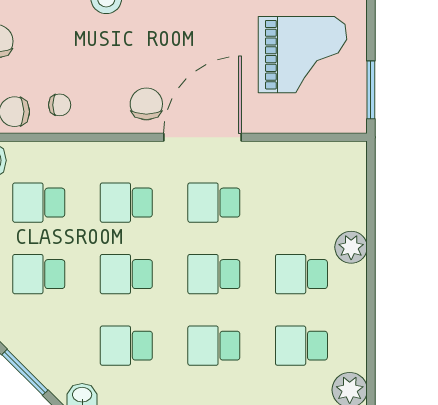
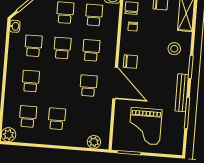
plant: (351, 247) -> (94, 142), moved
school desk: (214, 274) -> (60, 83), removed

